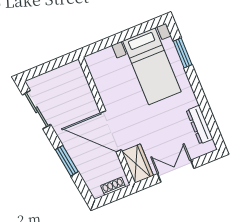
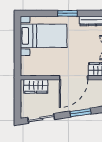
window: (183, 53) -> (67, 13), moved
wardrobe: (78, 84) -> (36, 86), added

